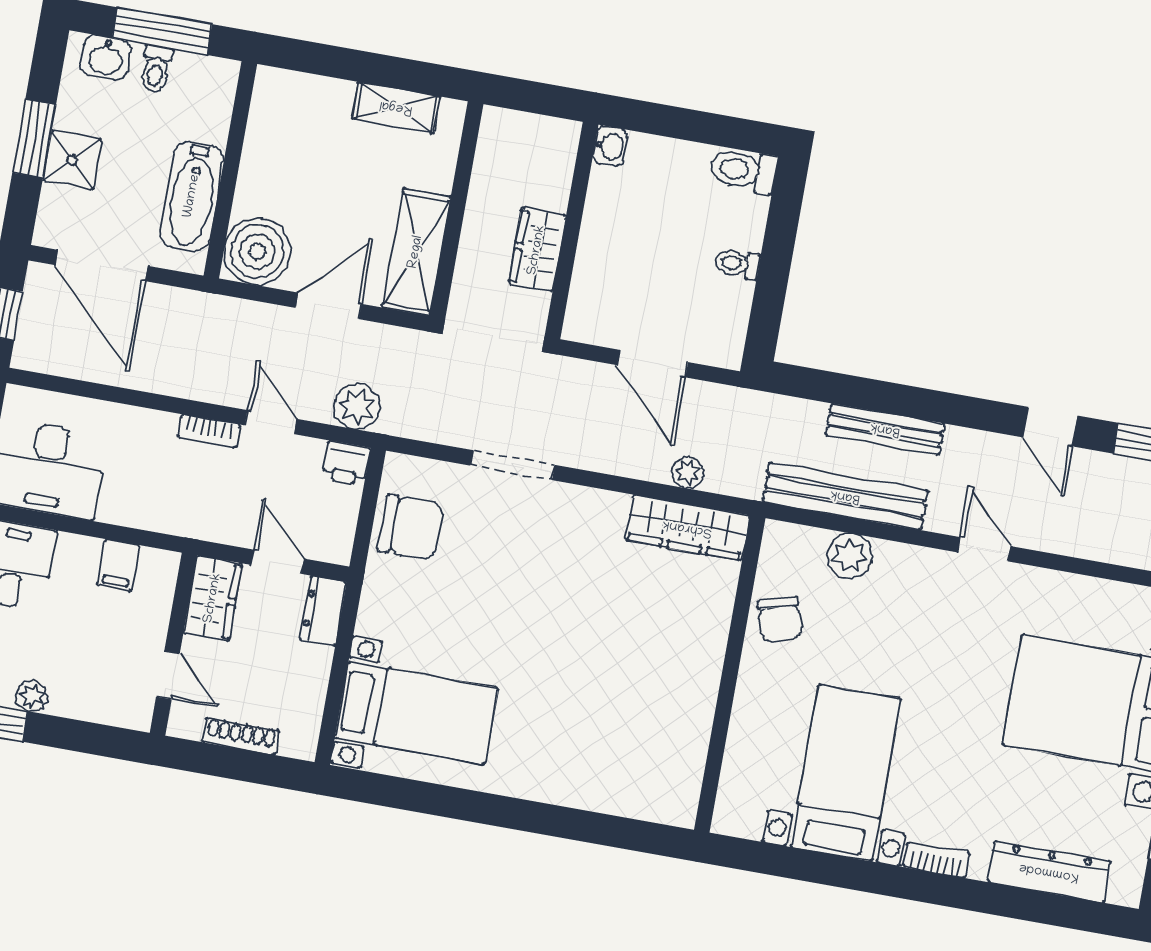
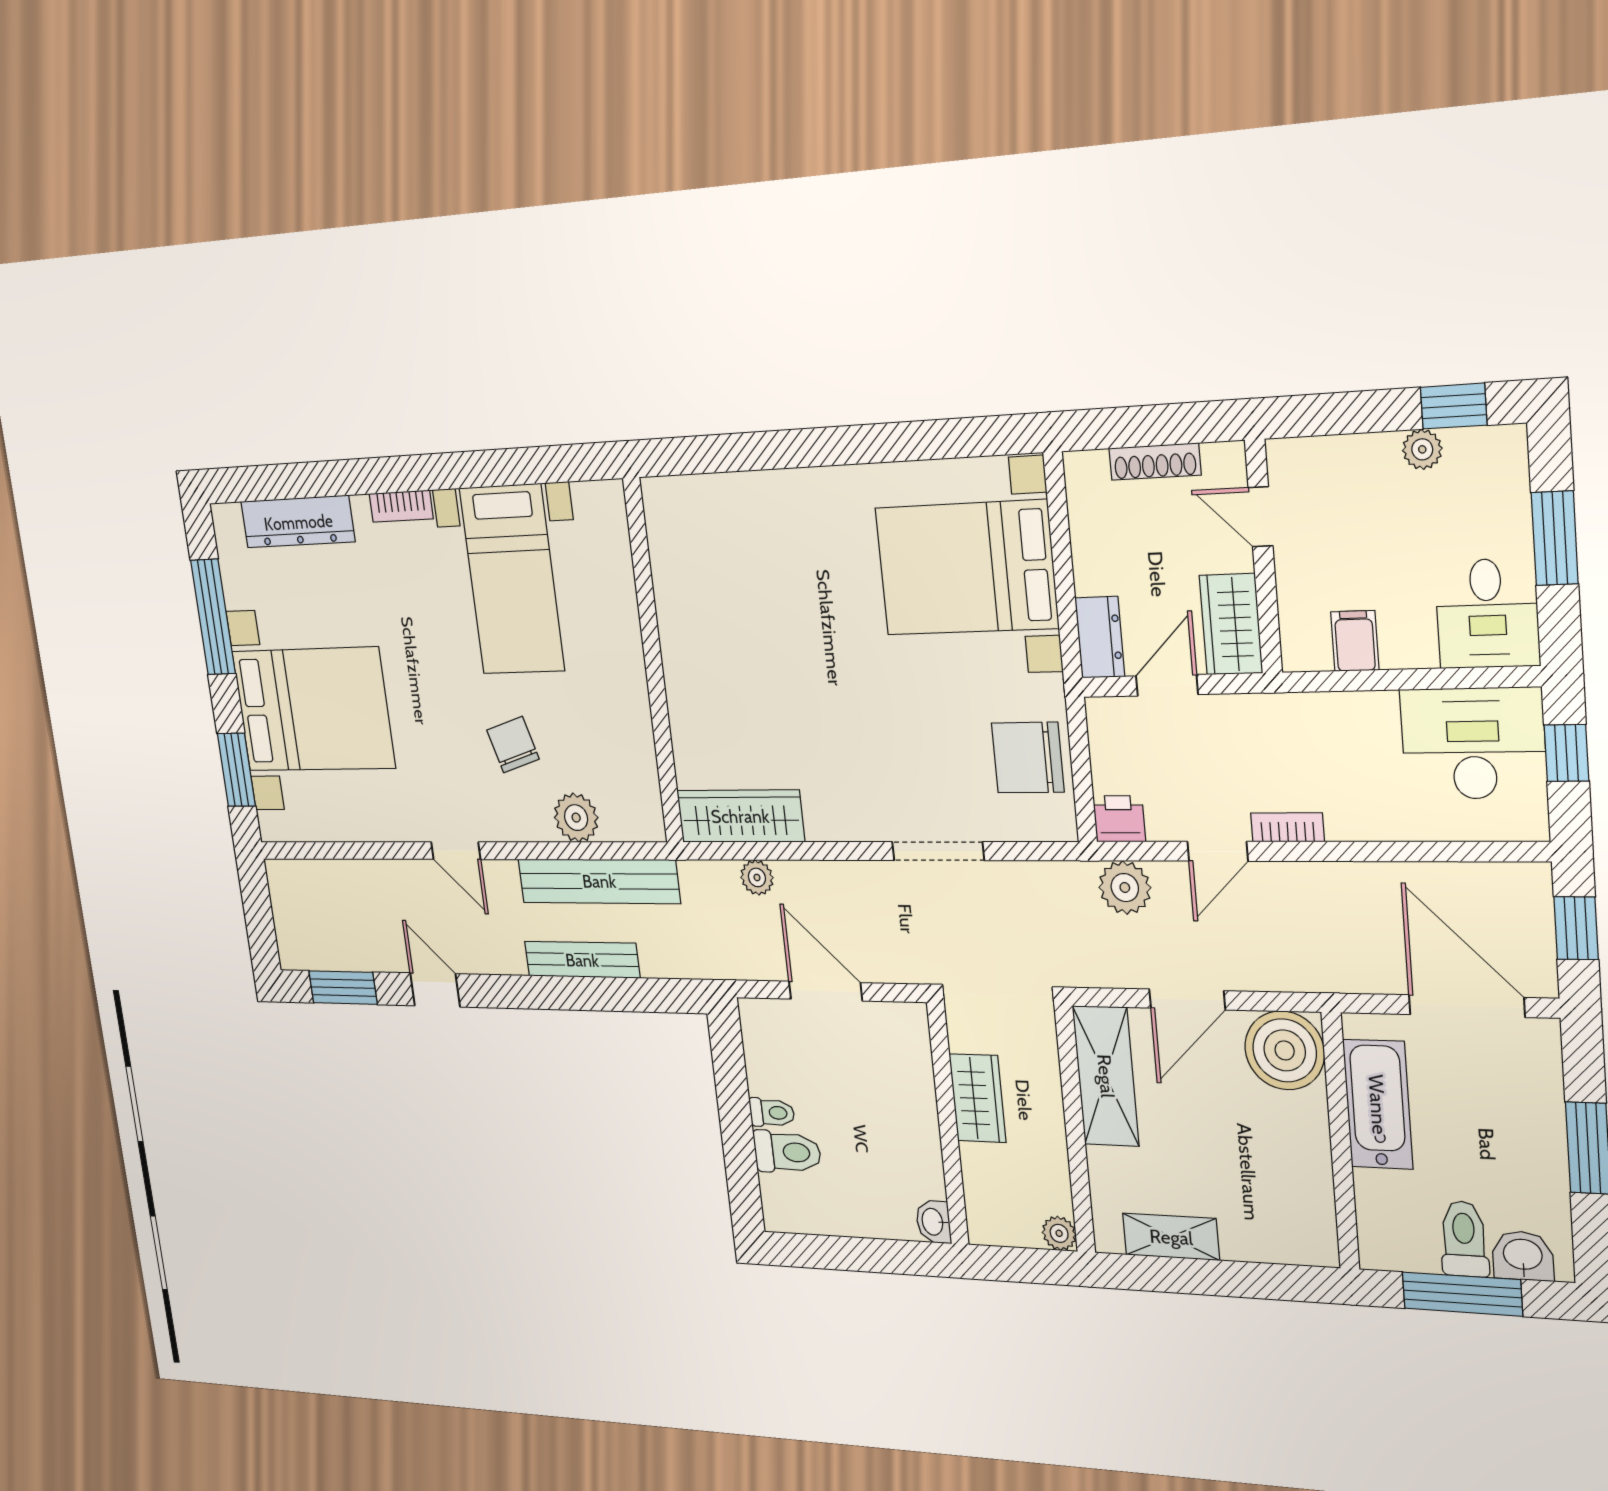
toilet: (156, 69) -> (1464, 1239), width x1.37, depth x1.39
plant: (496, 122) -> (1059, 1233), added
shower: (72, 160) -> (1534, 1129), removed
toilet: (743, 170) -> (787, 1152), moved
door: (271, 422) -> (1218, 851), hinge flipped
door: (278, 562) -> (1167, 685), swing flipped
chair: (780, 619) -> (513, 745), moved
bed with nightstands: (417, 713) -> (966, 568), width x1.36

